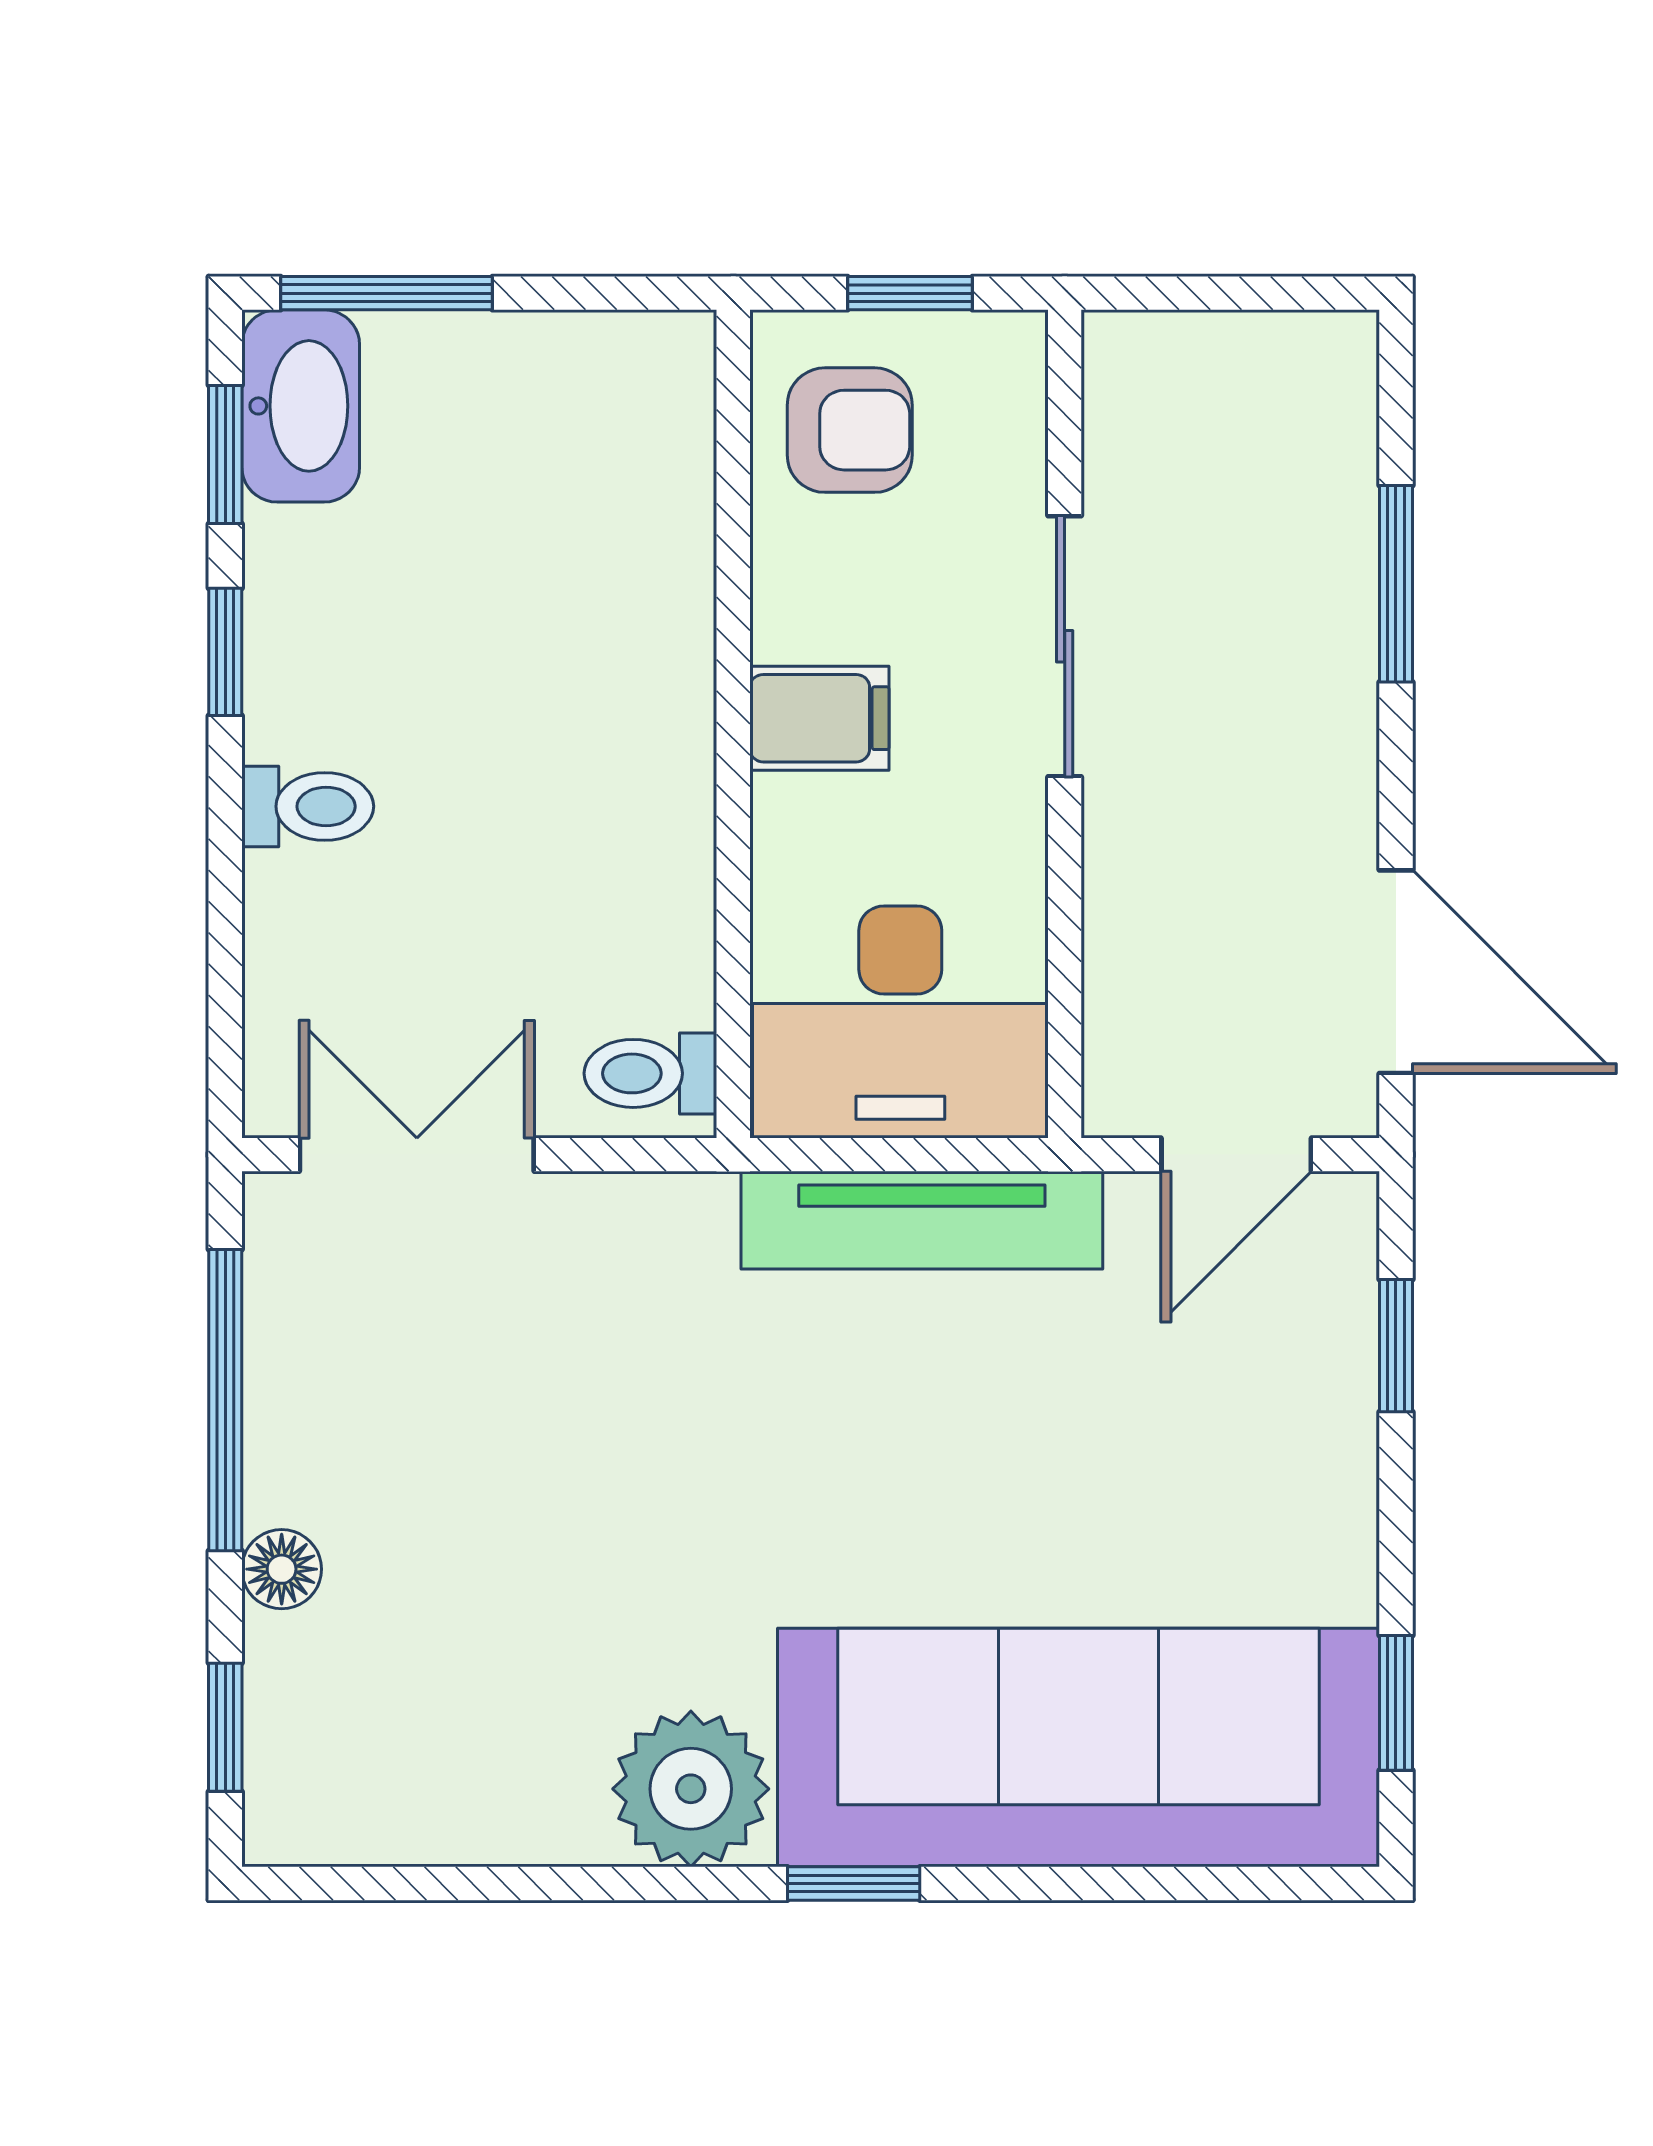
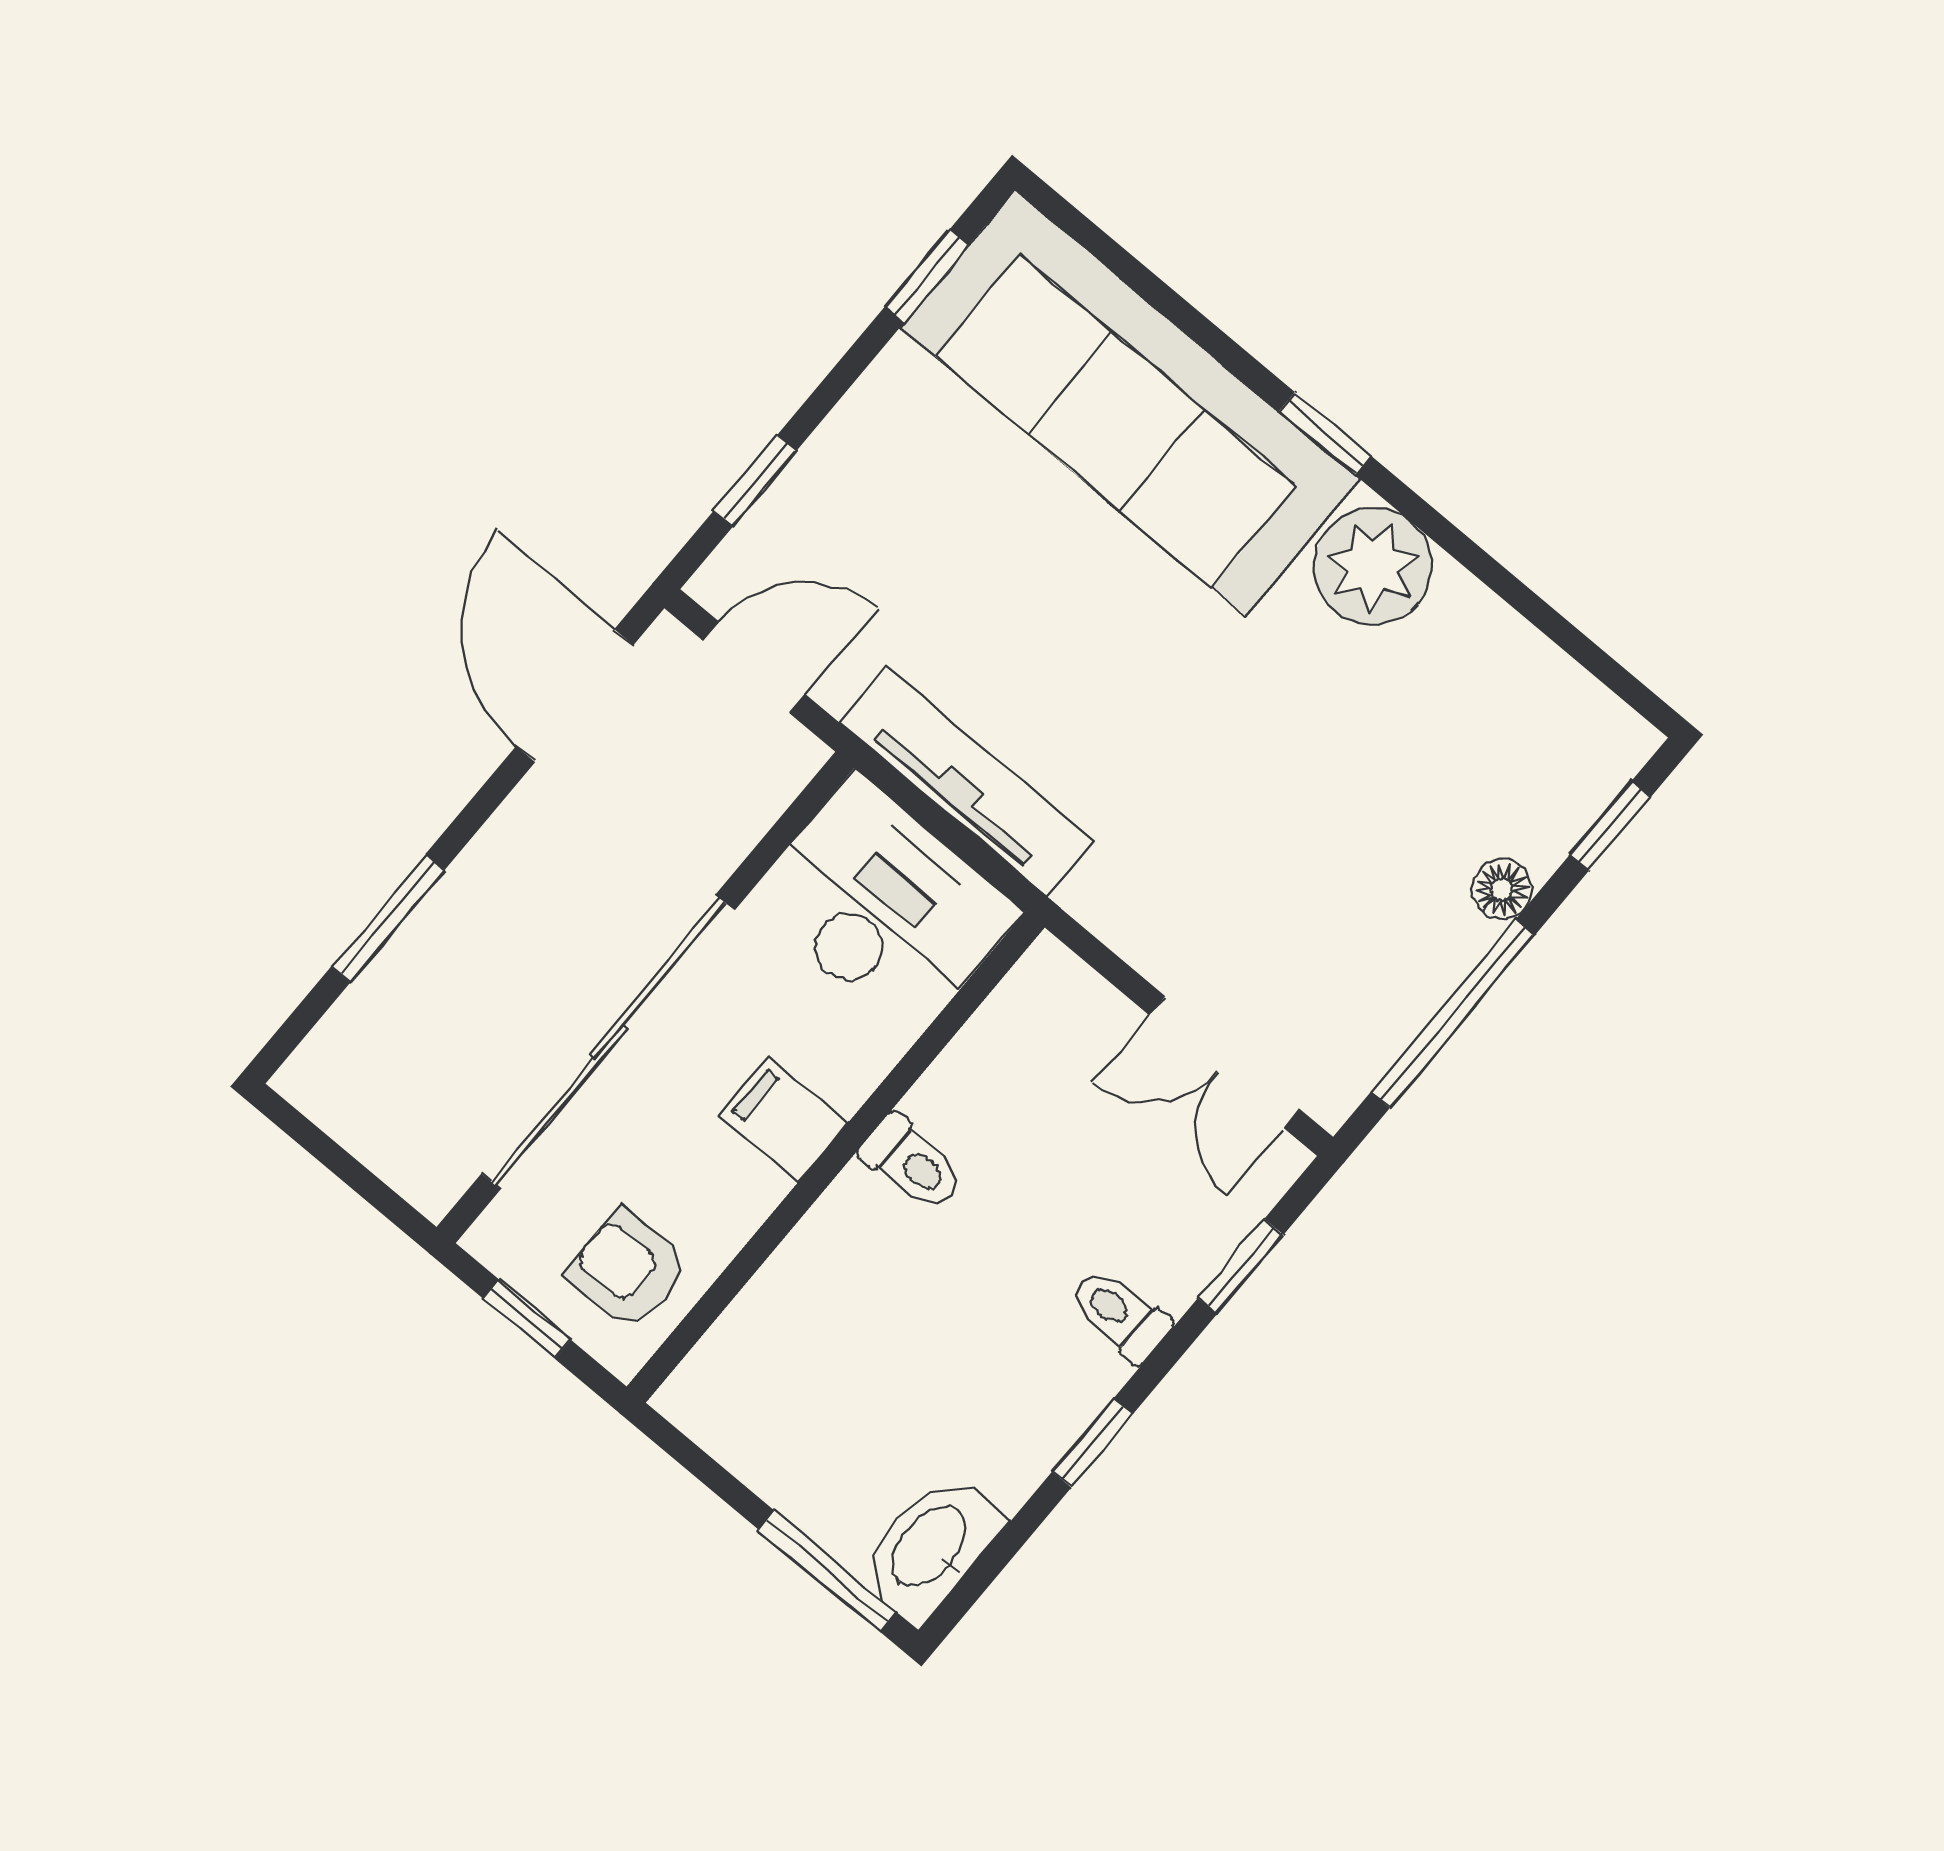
window: (225, 455) -> (1241, 1266), moved
sliding door: (1065, 646) -> (608, 1042), width x1.86
toilet: (650, 1073) -> (912, 1163), moved

